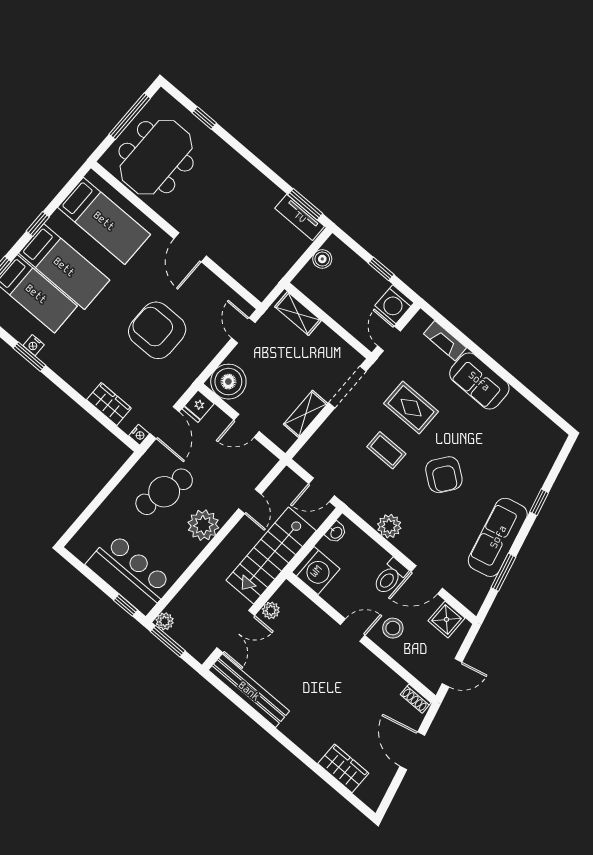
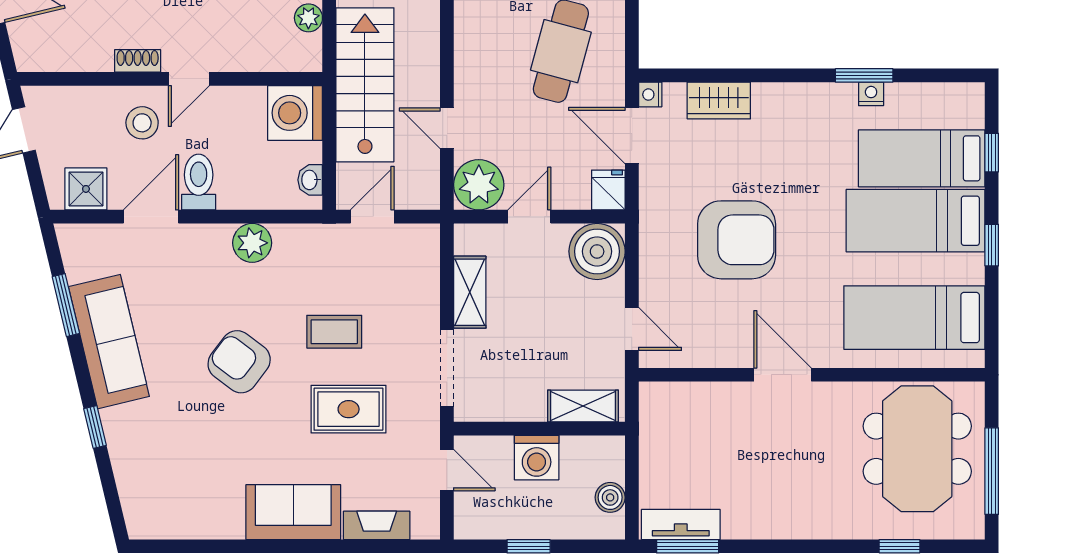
washing machine: (394, 304) -> (537, 458), moved, turned 180
plant: (203, 525) -> (479, 185), moved
shoe rack: (416, 699) -> (138, 61), moved

